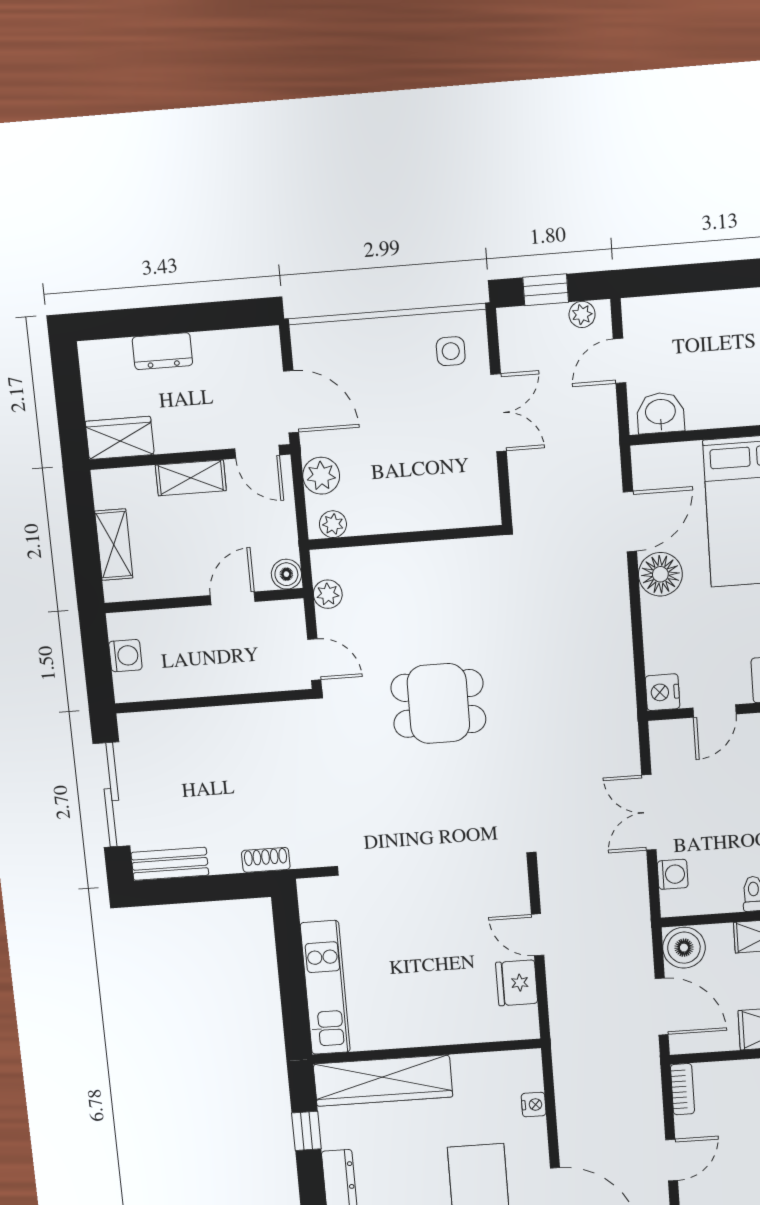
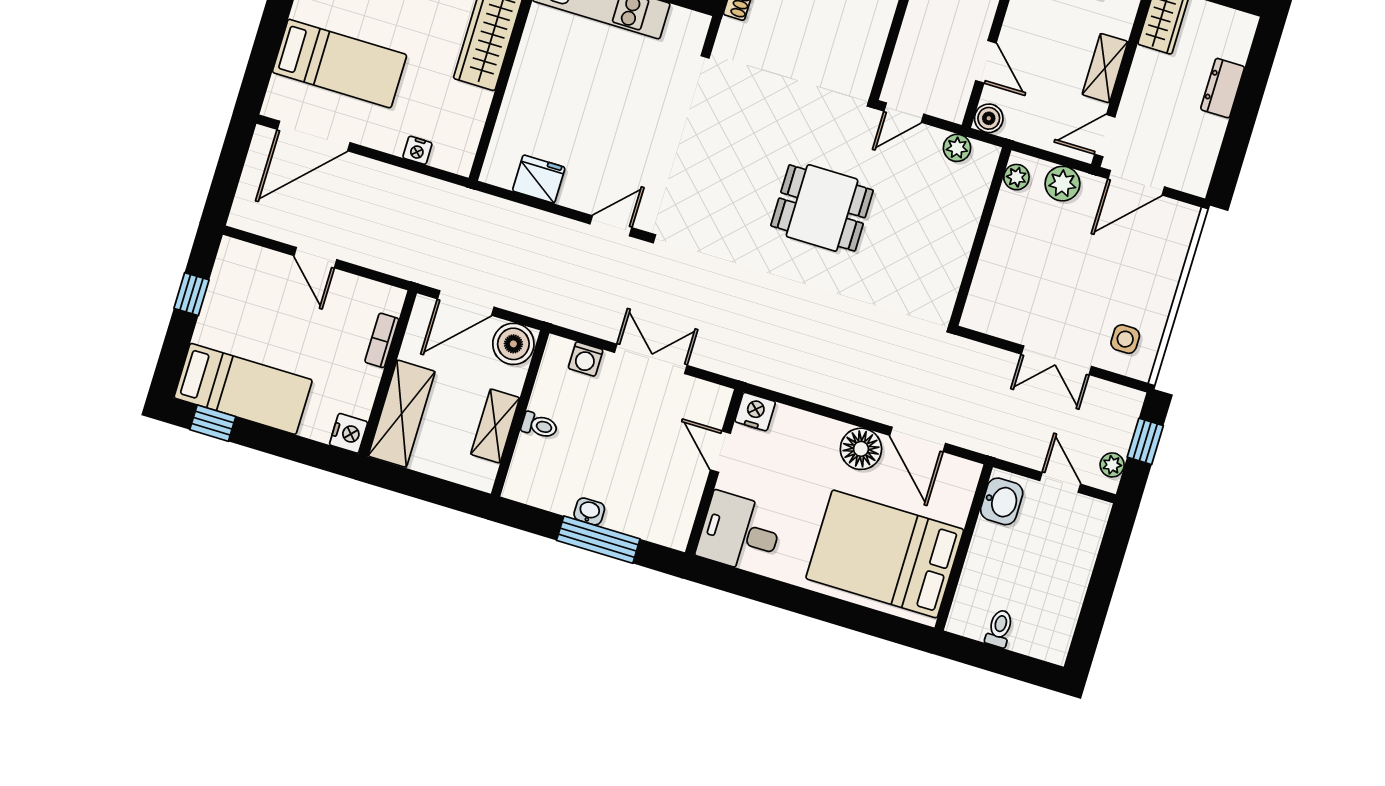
dining table: (438, 703) -> (822, 208), turned 90
door: (538, 935) -> (611, 226), moved
bookcase: (682, 1089) -> (382, 340), moved, turned 90

